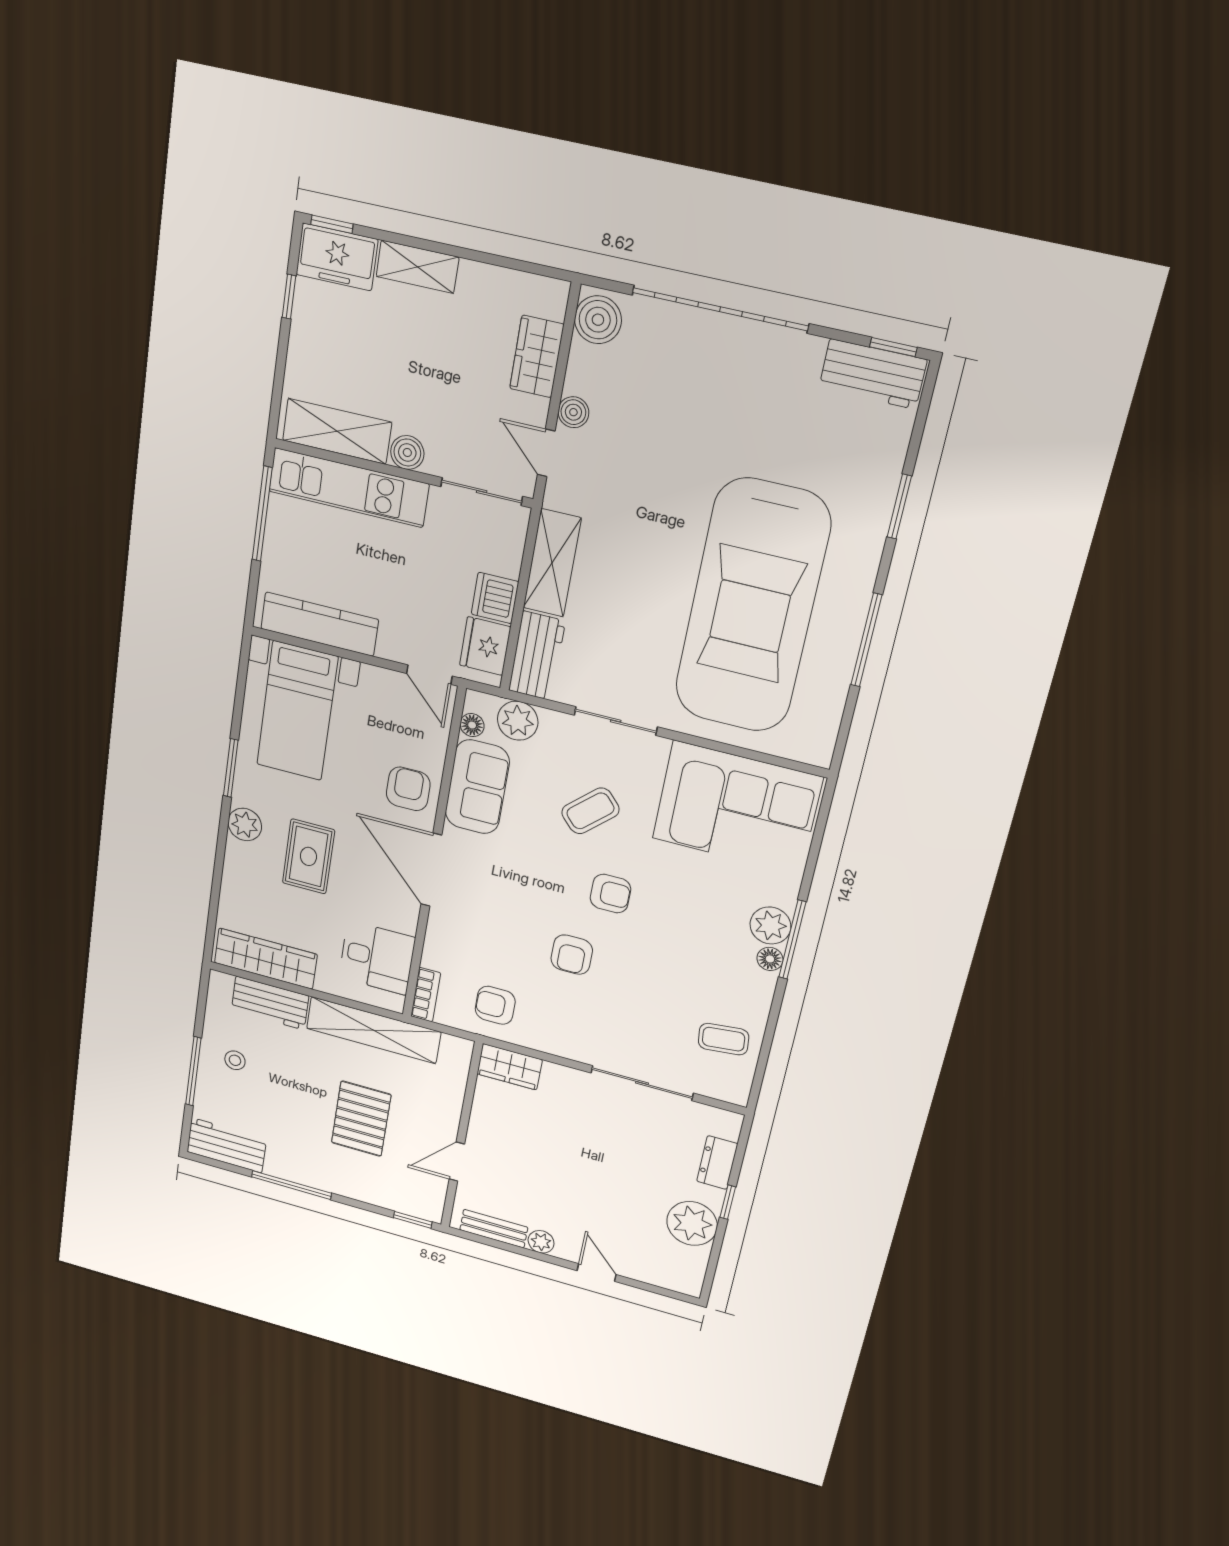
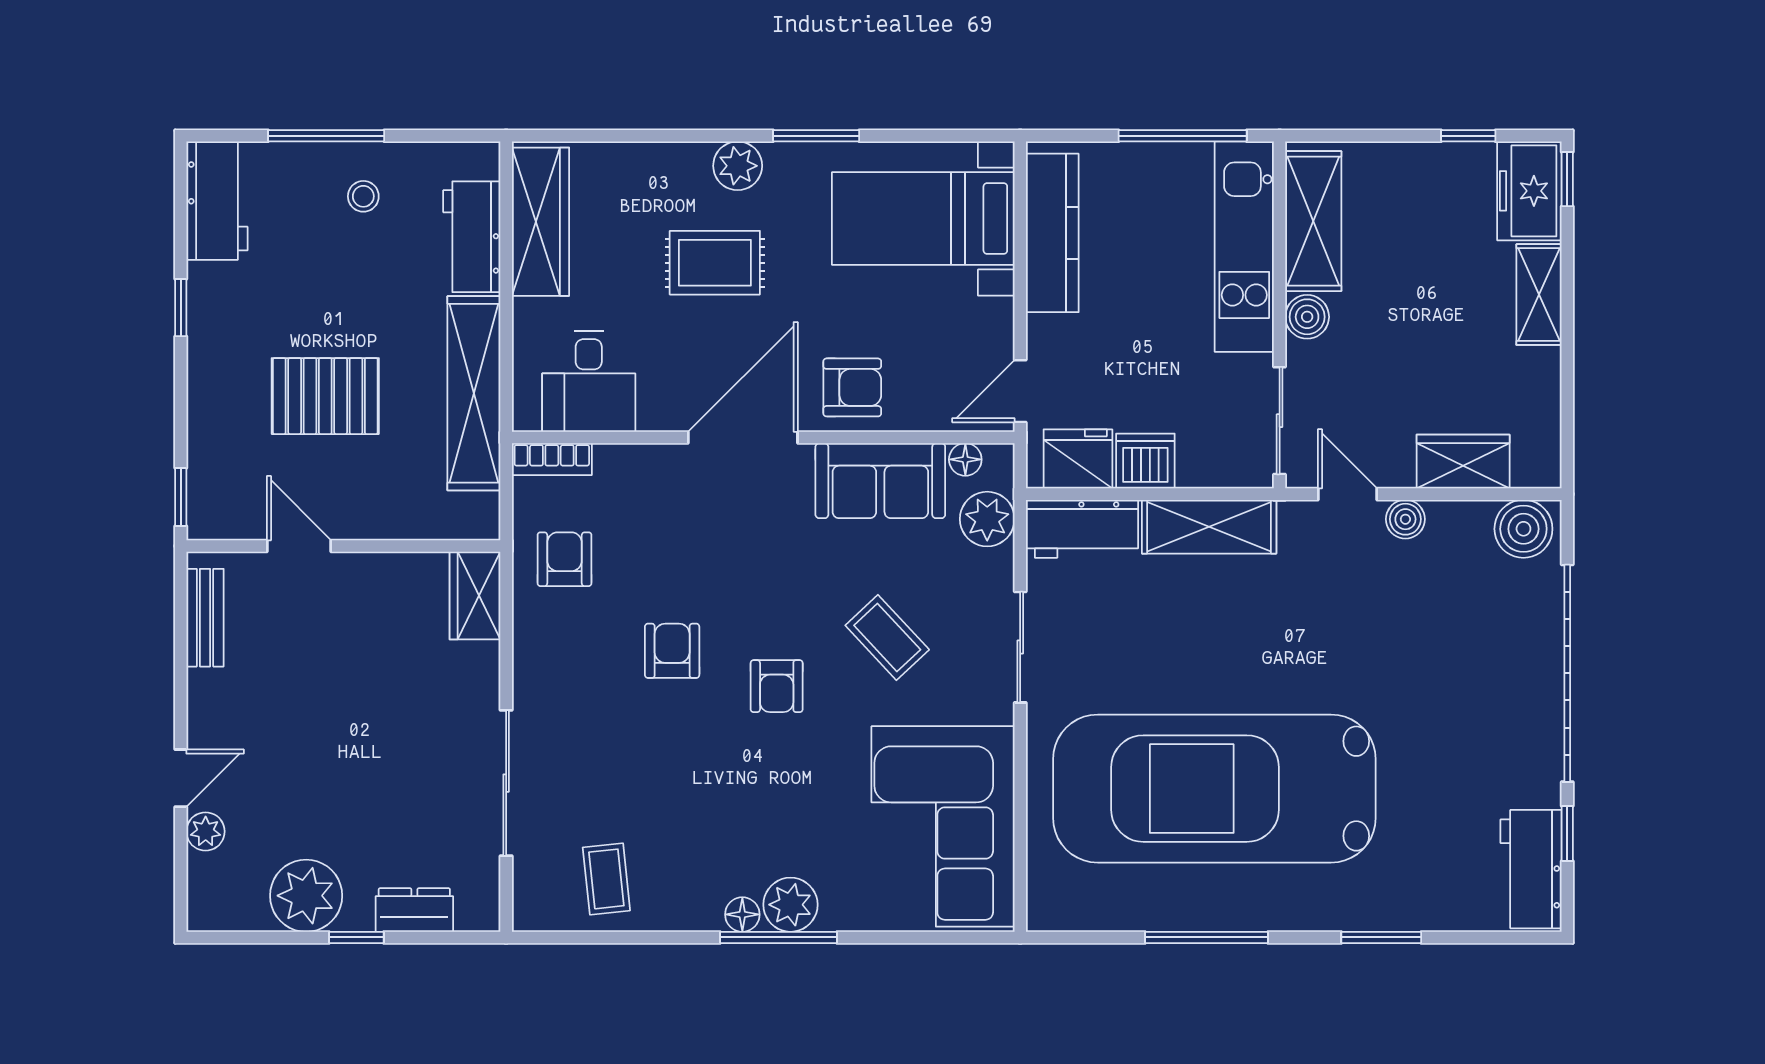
window: (893, 347) -> (1567, 833), moved
door: (546, 453) -> (1347, 494), hinge flipped
armchair: (572, 955) -> (672, 651), turned 90
window: (291, 1185) -> (181, 308), width x0.46
plant: (541, 1242) -> (206, 831), moved

